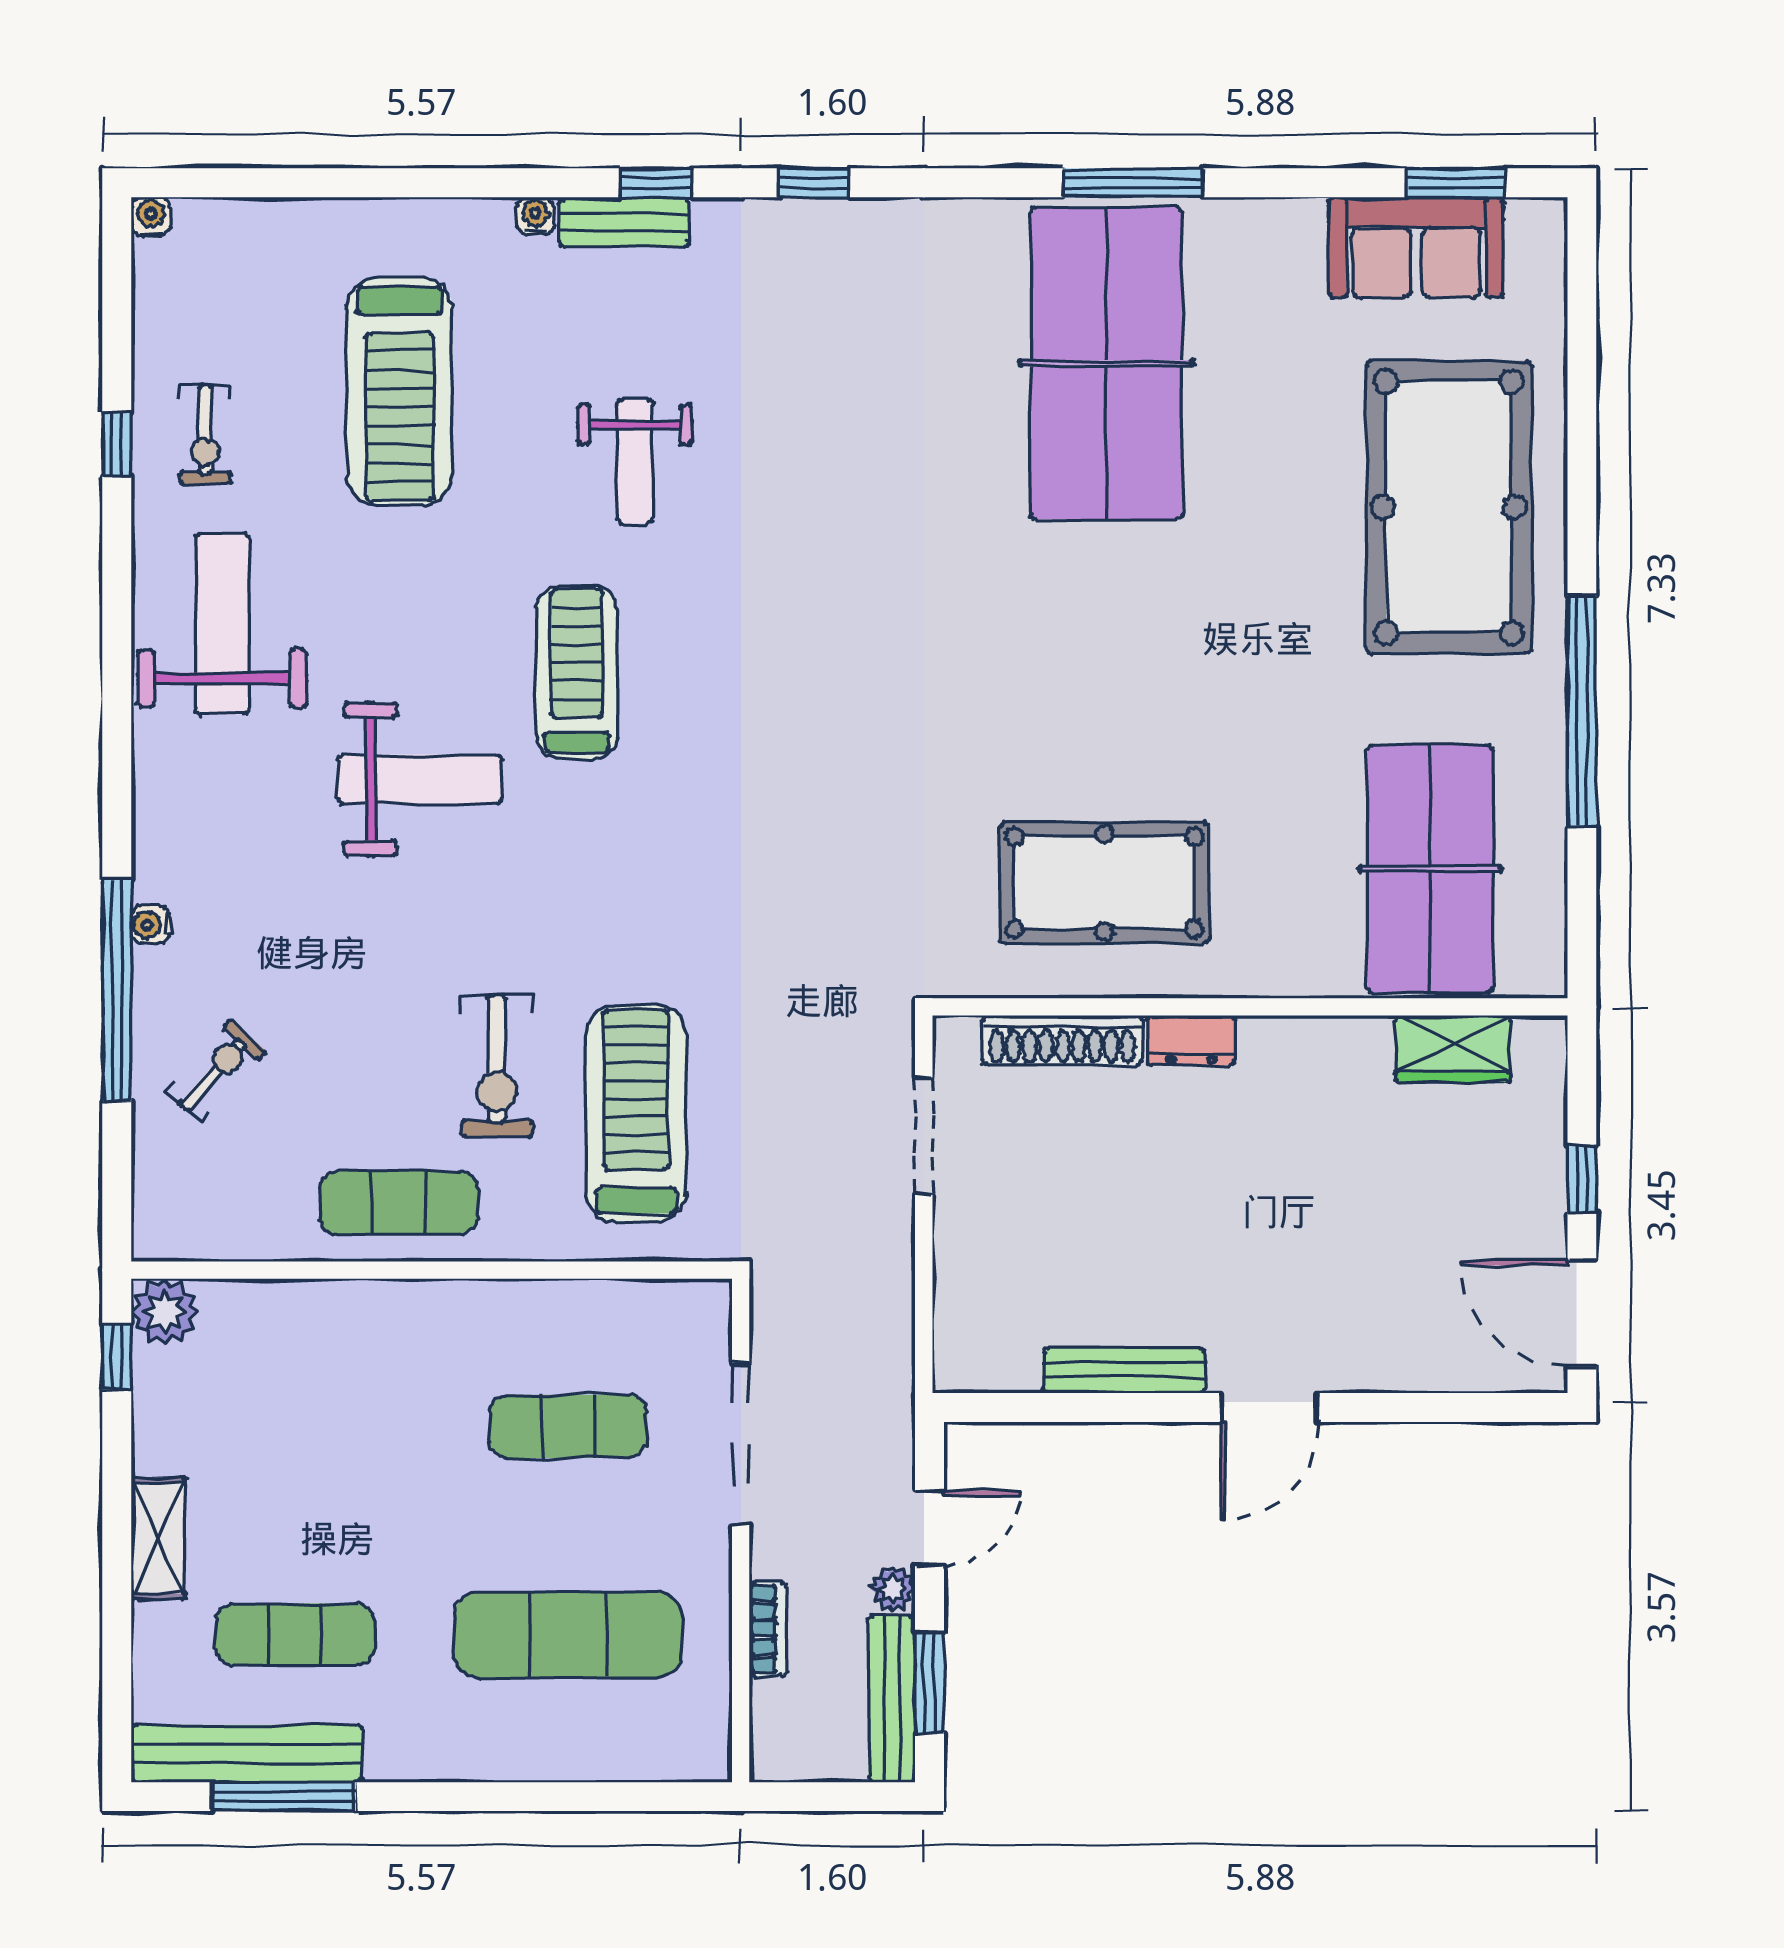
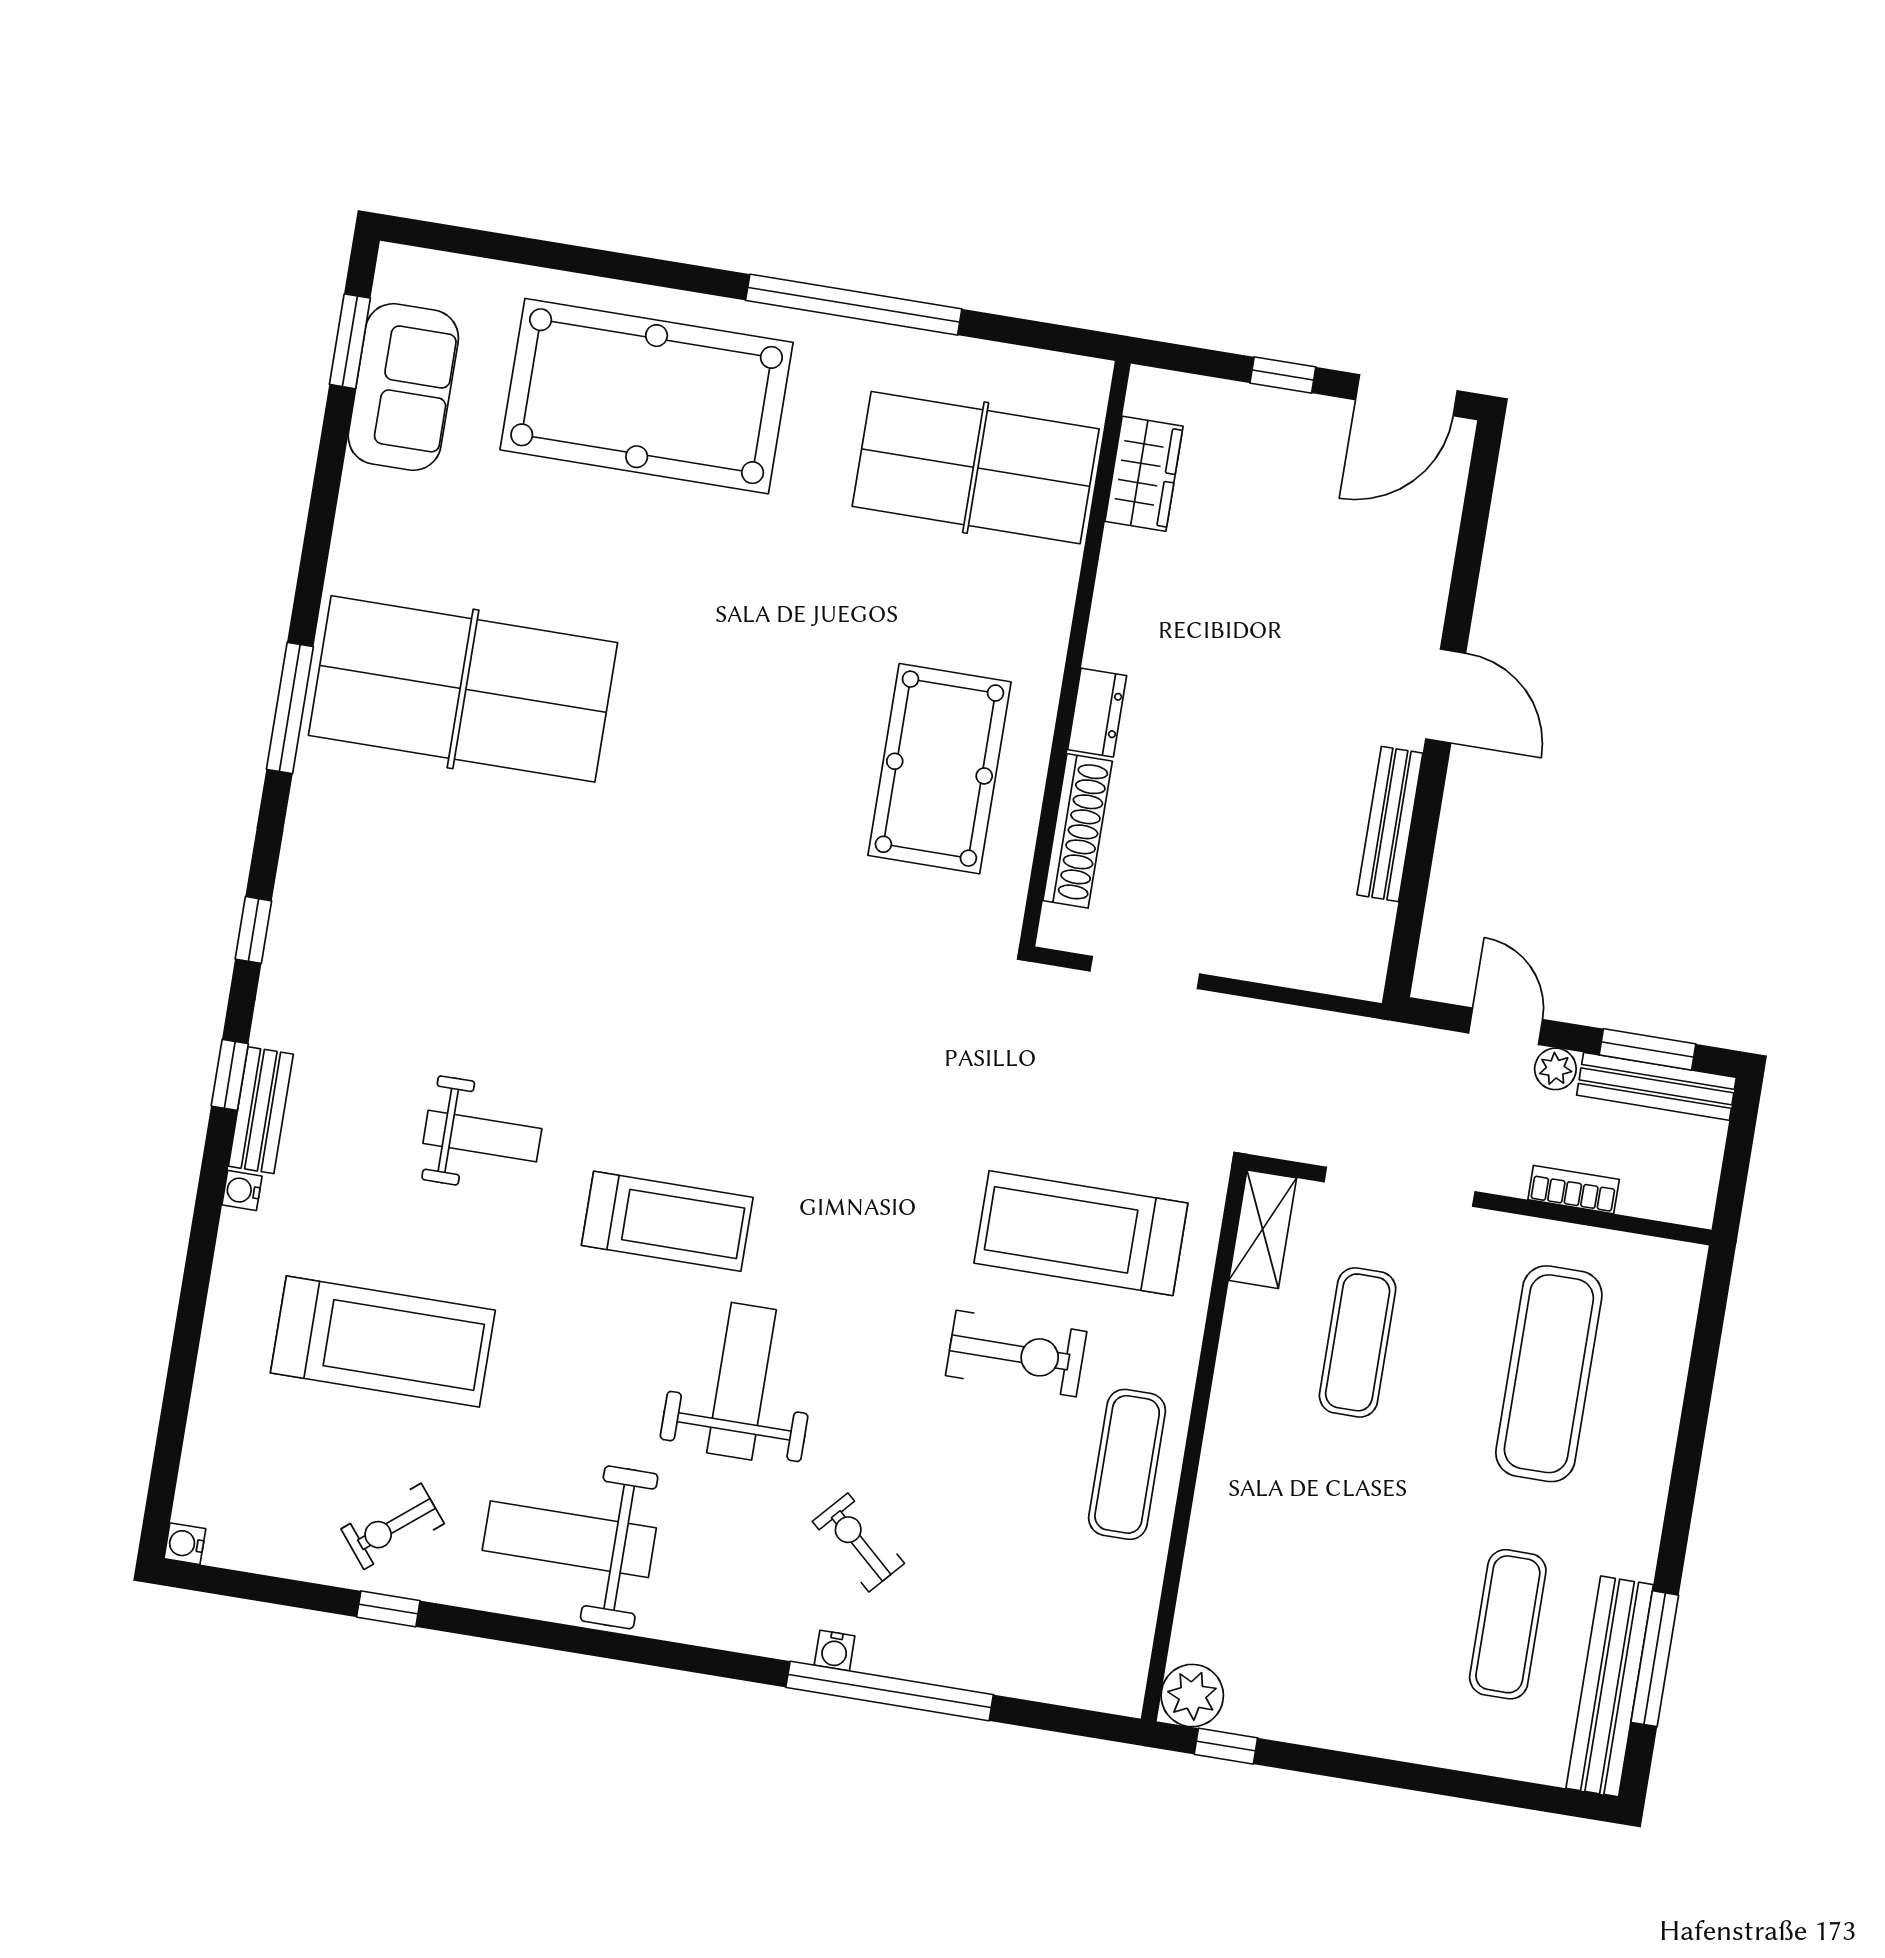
window: (1133, 183) -> (290, 708), moved
exercise bike: (205, 434) -> (393, 1526), turned 141
treadmill: (577, 673) -> (667, 1221), turned 180
exercise bike: (216, 1071) -> (858, 1542), moved
shelving: (158, 1538) -> (1263, 1229), moved, turned 90

